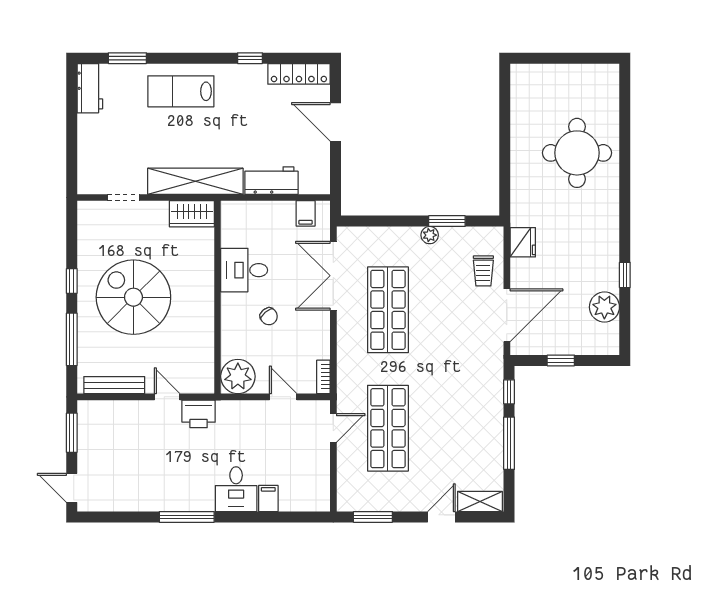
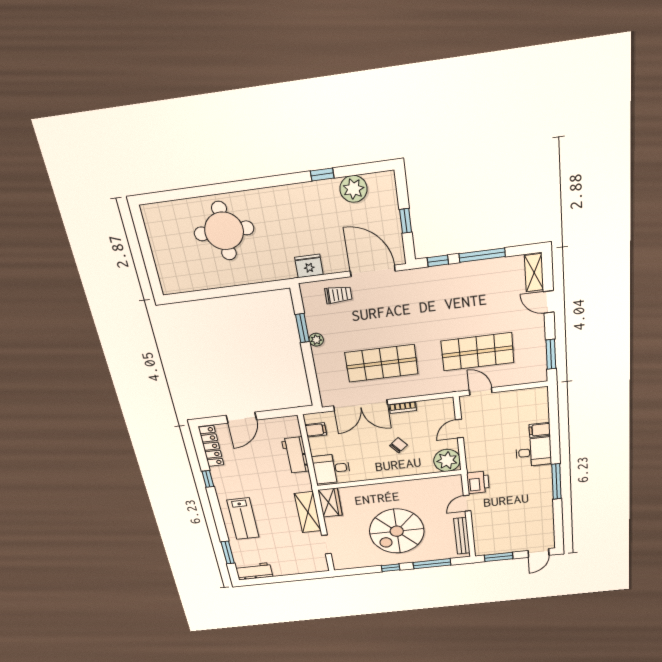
shelving: (195, 181) -> (308, 512), width x0.68
desk: (244, 270) -> (331, 469), moved, turned 90
bookcase: (323, 377) -> (403, 407), moved

